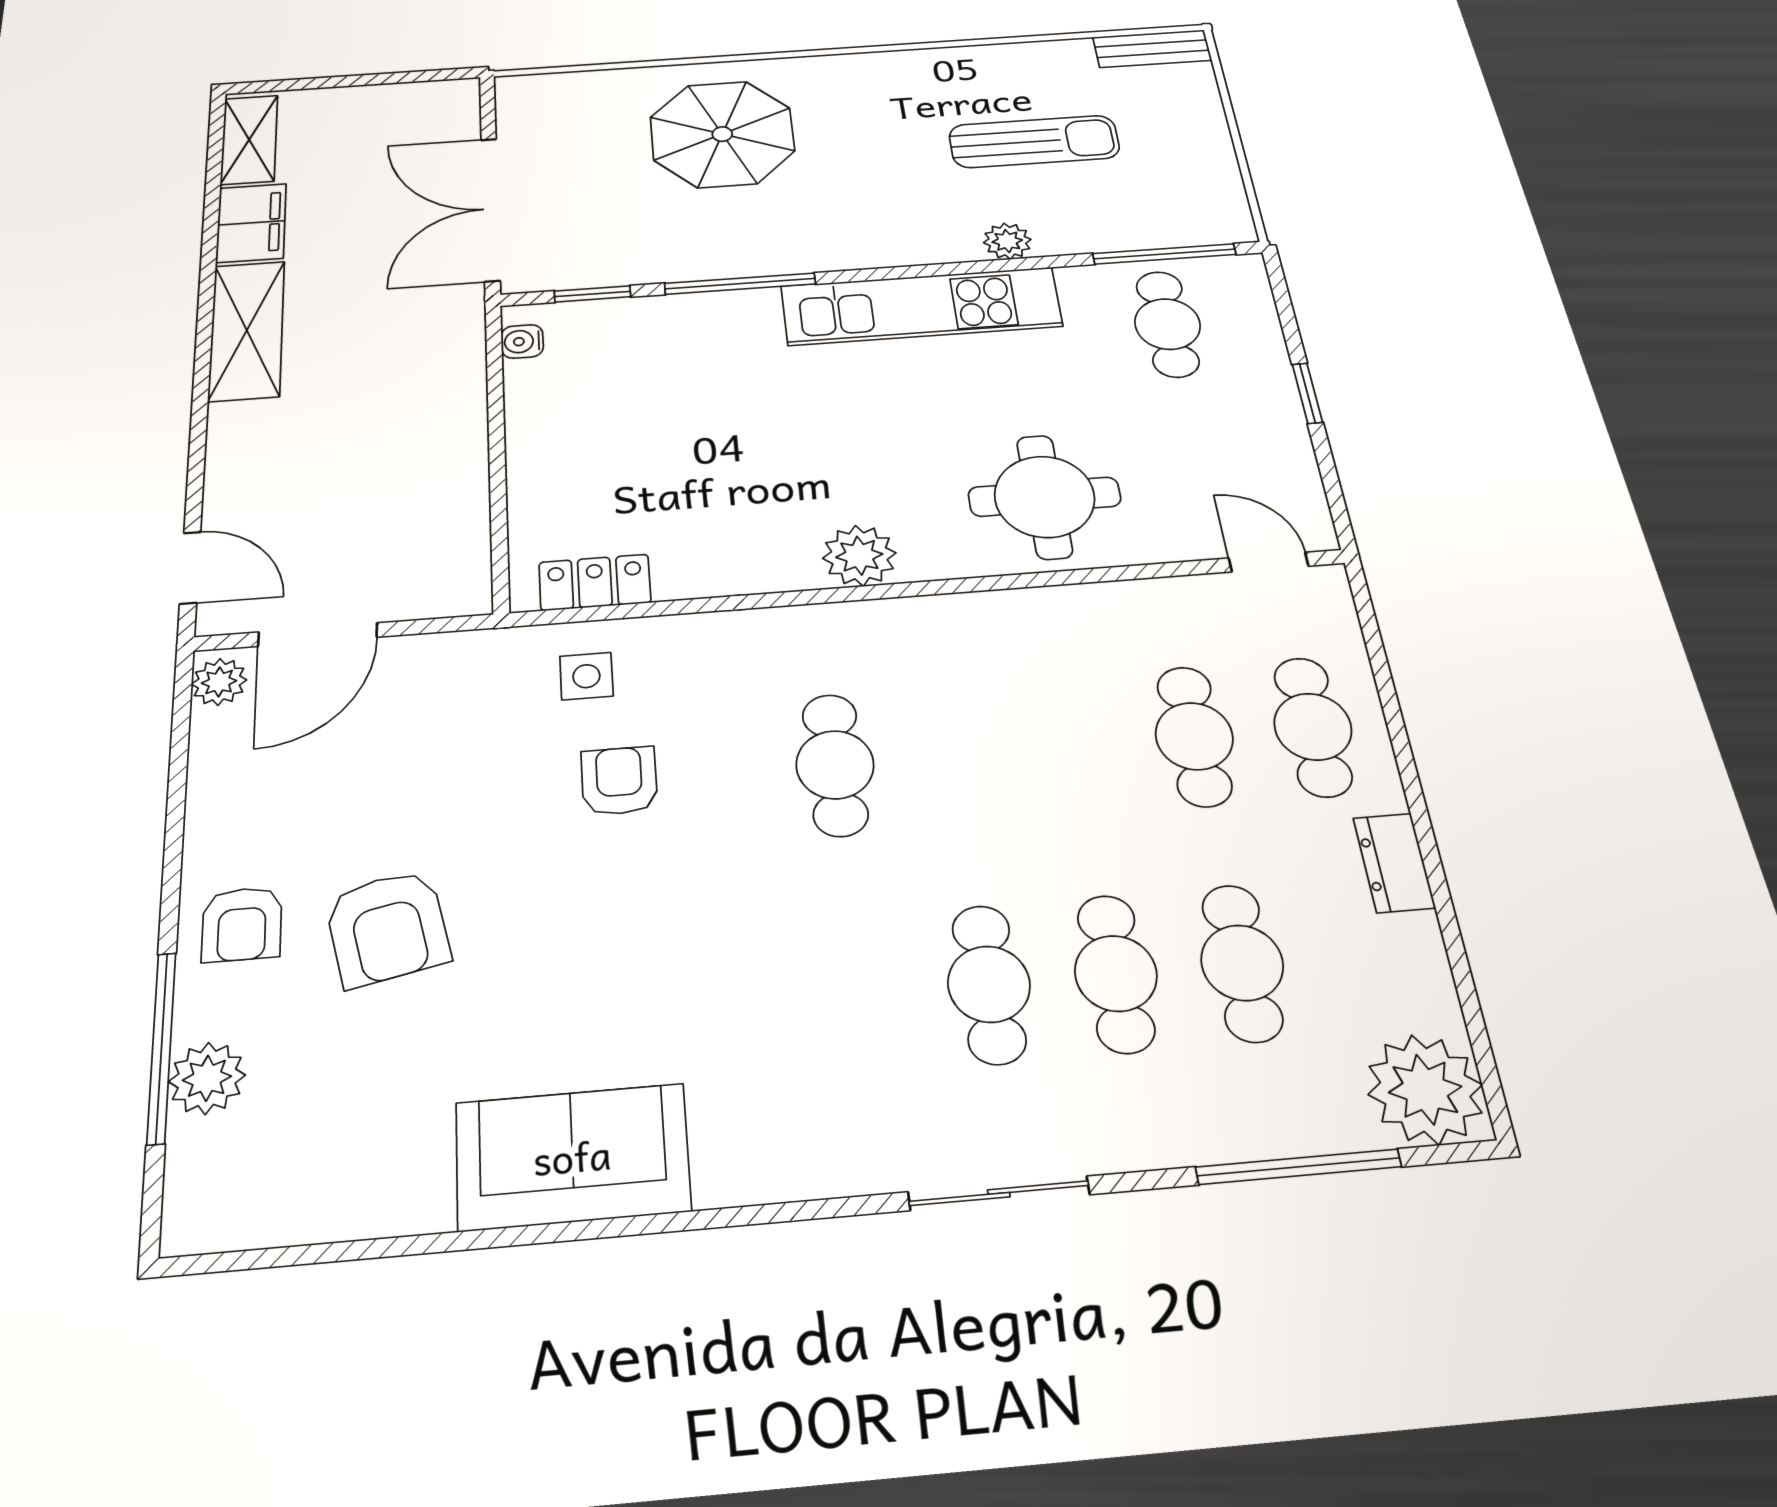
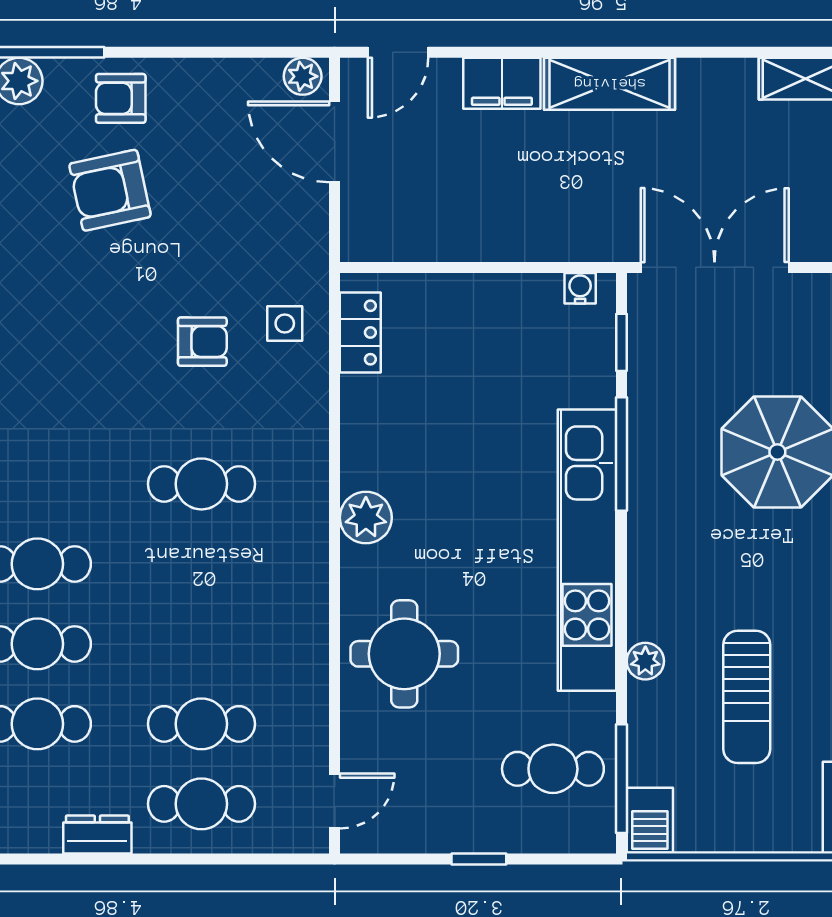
barbecue: (1211, 222) -> (650, 820), added
filing cabinet: (251, 223) -> (502, 83), moved
kitchen unit: (921, 306) -> (587, 550), width x1.36

